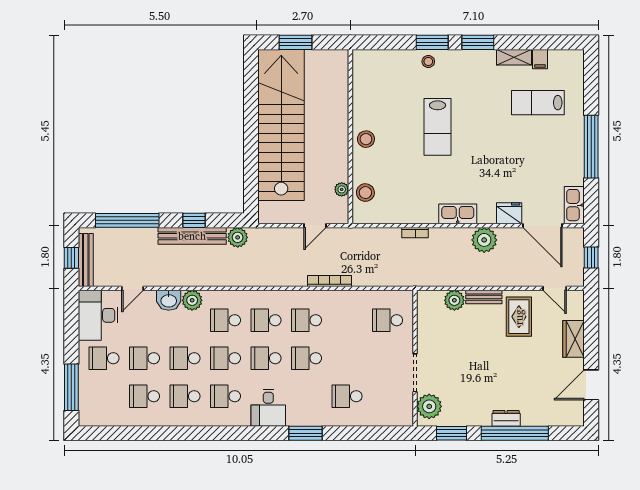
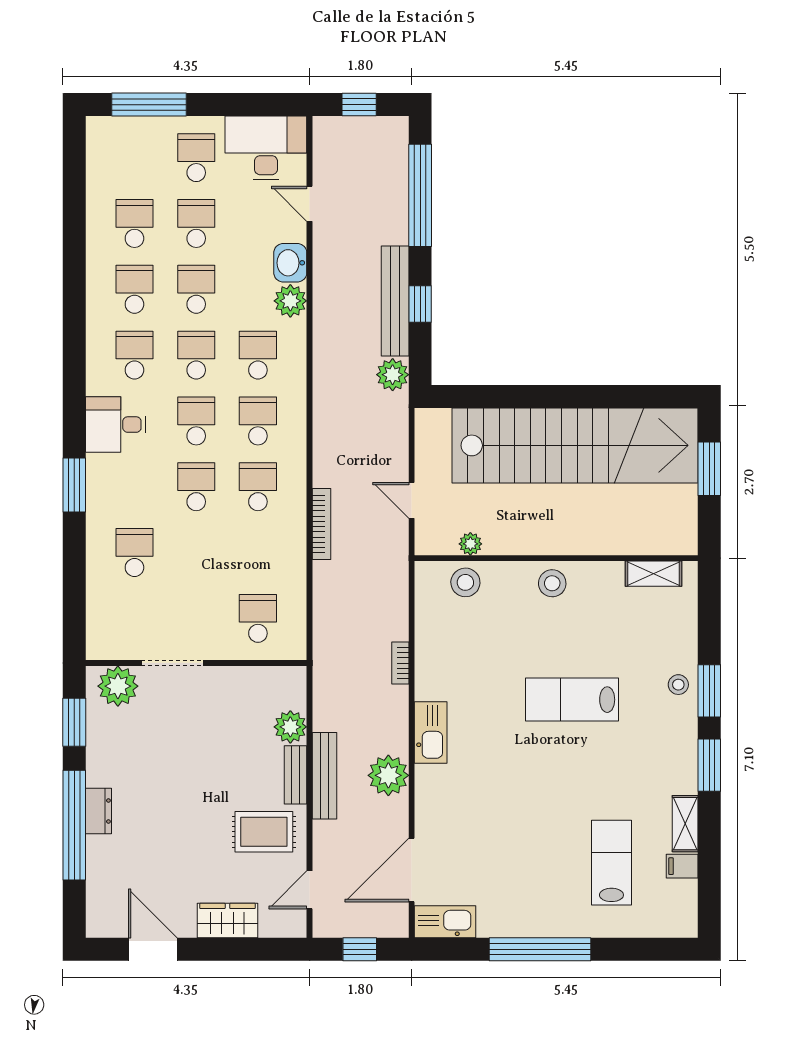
shelving: (360, 77) -> (653, 574), added
fridge: (509, 213) -> (432, 816), removed
bench: (86, 260) -> (325, 776), moved, turned 90

